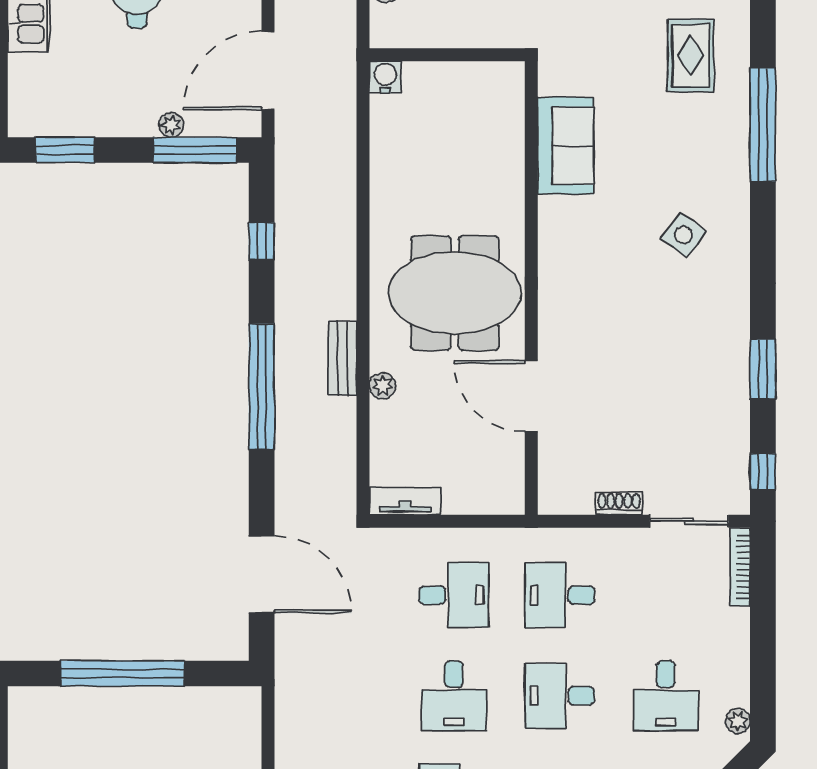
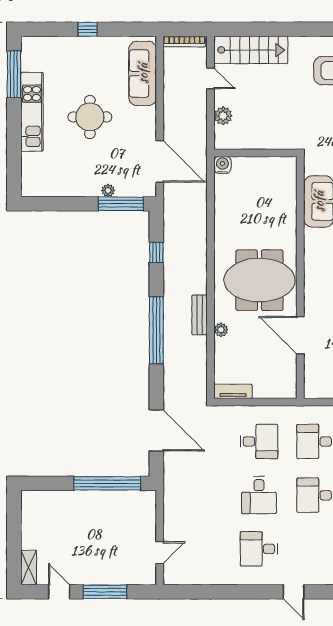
door: (268, 71) -> (160, 161), swing flipped
window: (65, 150) -> (51, 204), removed
window: (122, 673) -> (107, 483), moved

